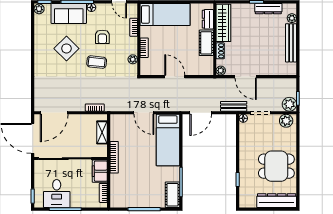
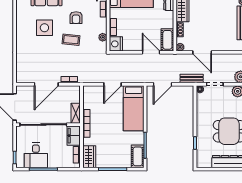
cot: (206, 43) -> (167, 40), moved
side table: (66, 48) -> (44, 28), turned 45
nightstand: (148, 67) -> (116, 44), added
door: (175, 77) -> (151, 52), moved
door: (54, 113) -> (46, 84), moved
door: (144, 113) -> (113, 84), hinge flipped
shelving: (102, 132) -> (76, 113), moved
wardrobe: (117, 195) -> (89, 157), added

